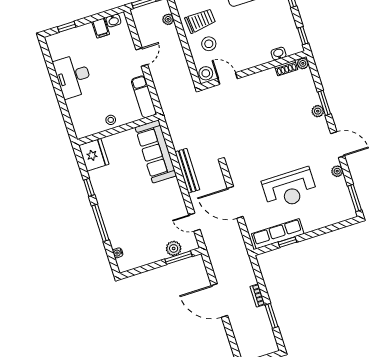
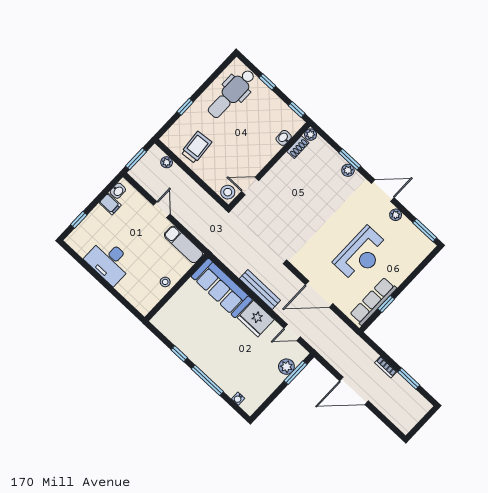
stool: (209, 44) -> (216, 164), removed
fridge: (94, 155) -> (256, 319), moved, turned 180

